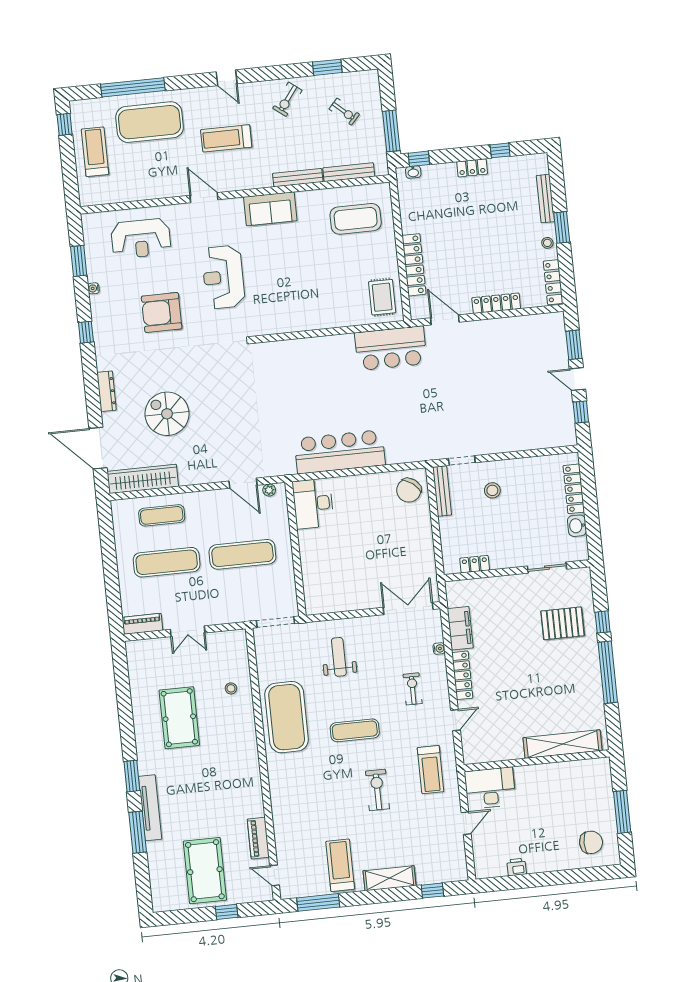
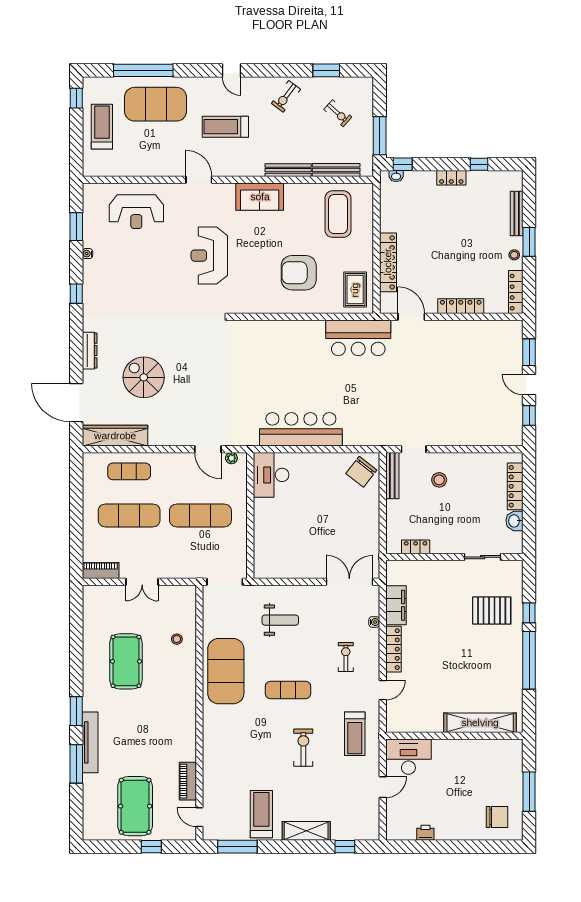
coffee table: (356, 219) -> (338, 214), turned 90
armchair: (162, 312) -> (299, 273), moved
weight bench: (339, 657) -> (280, 620), turned 90

